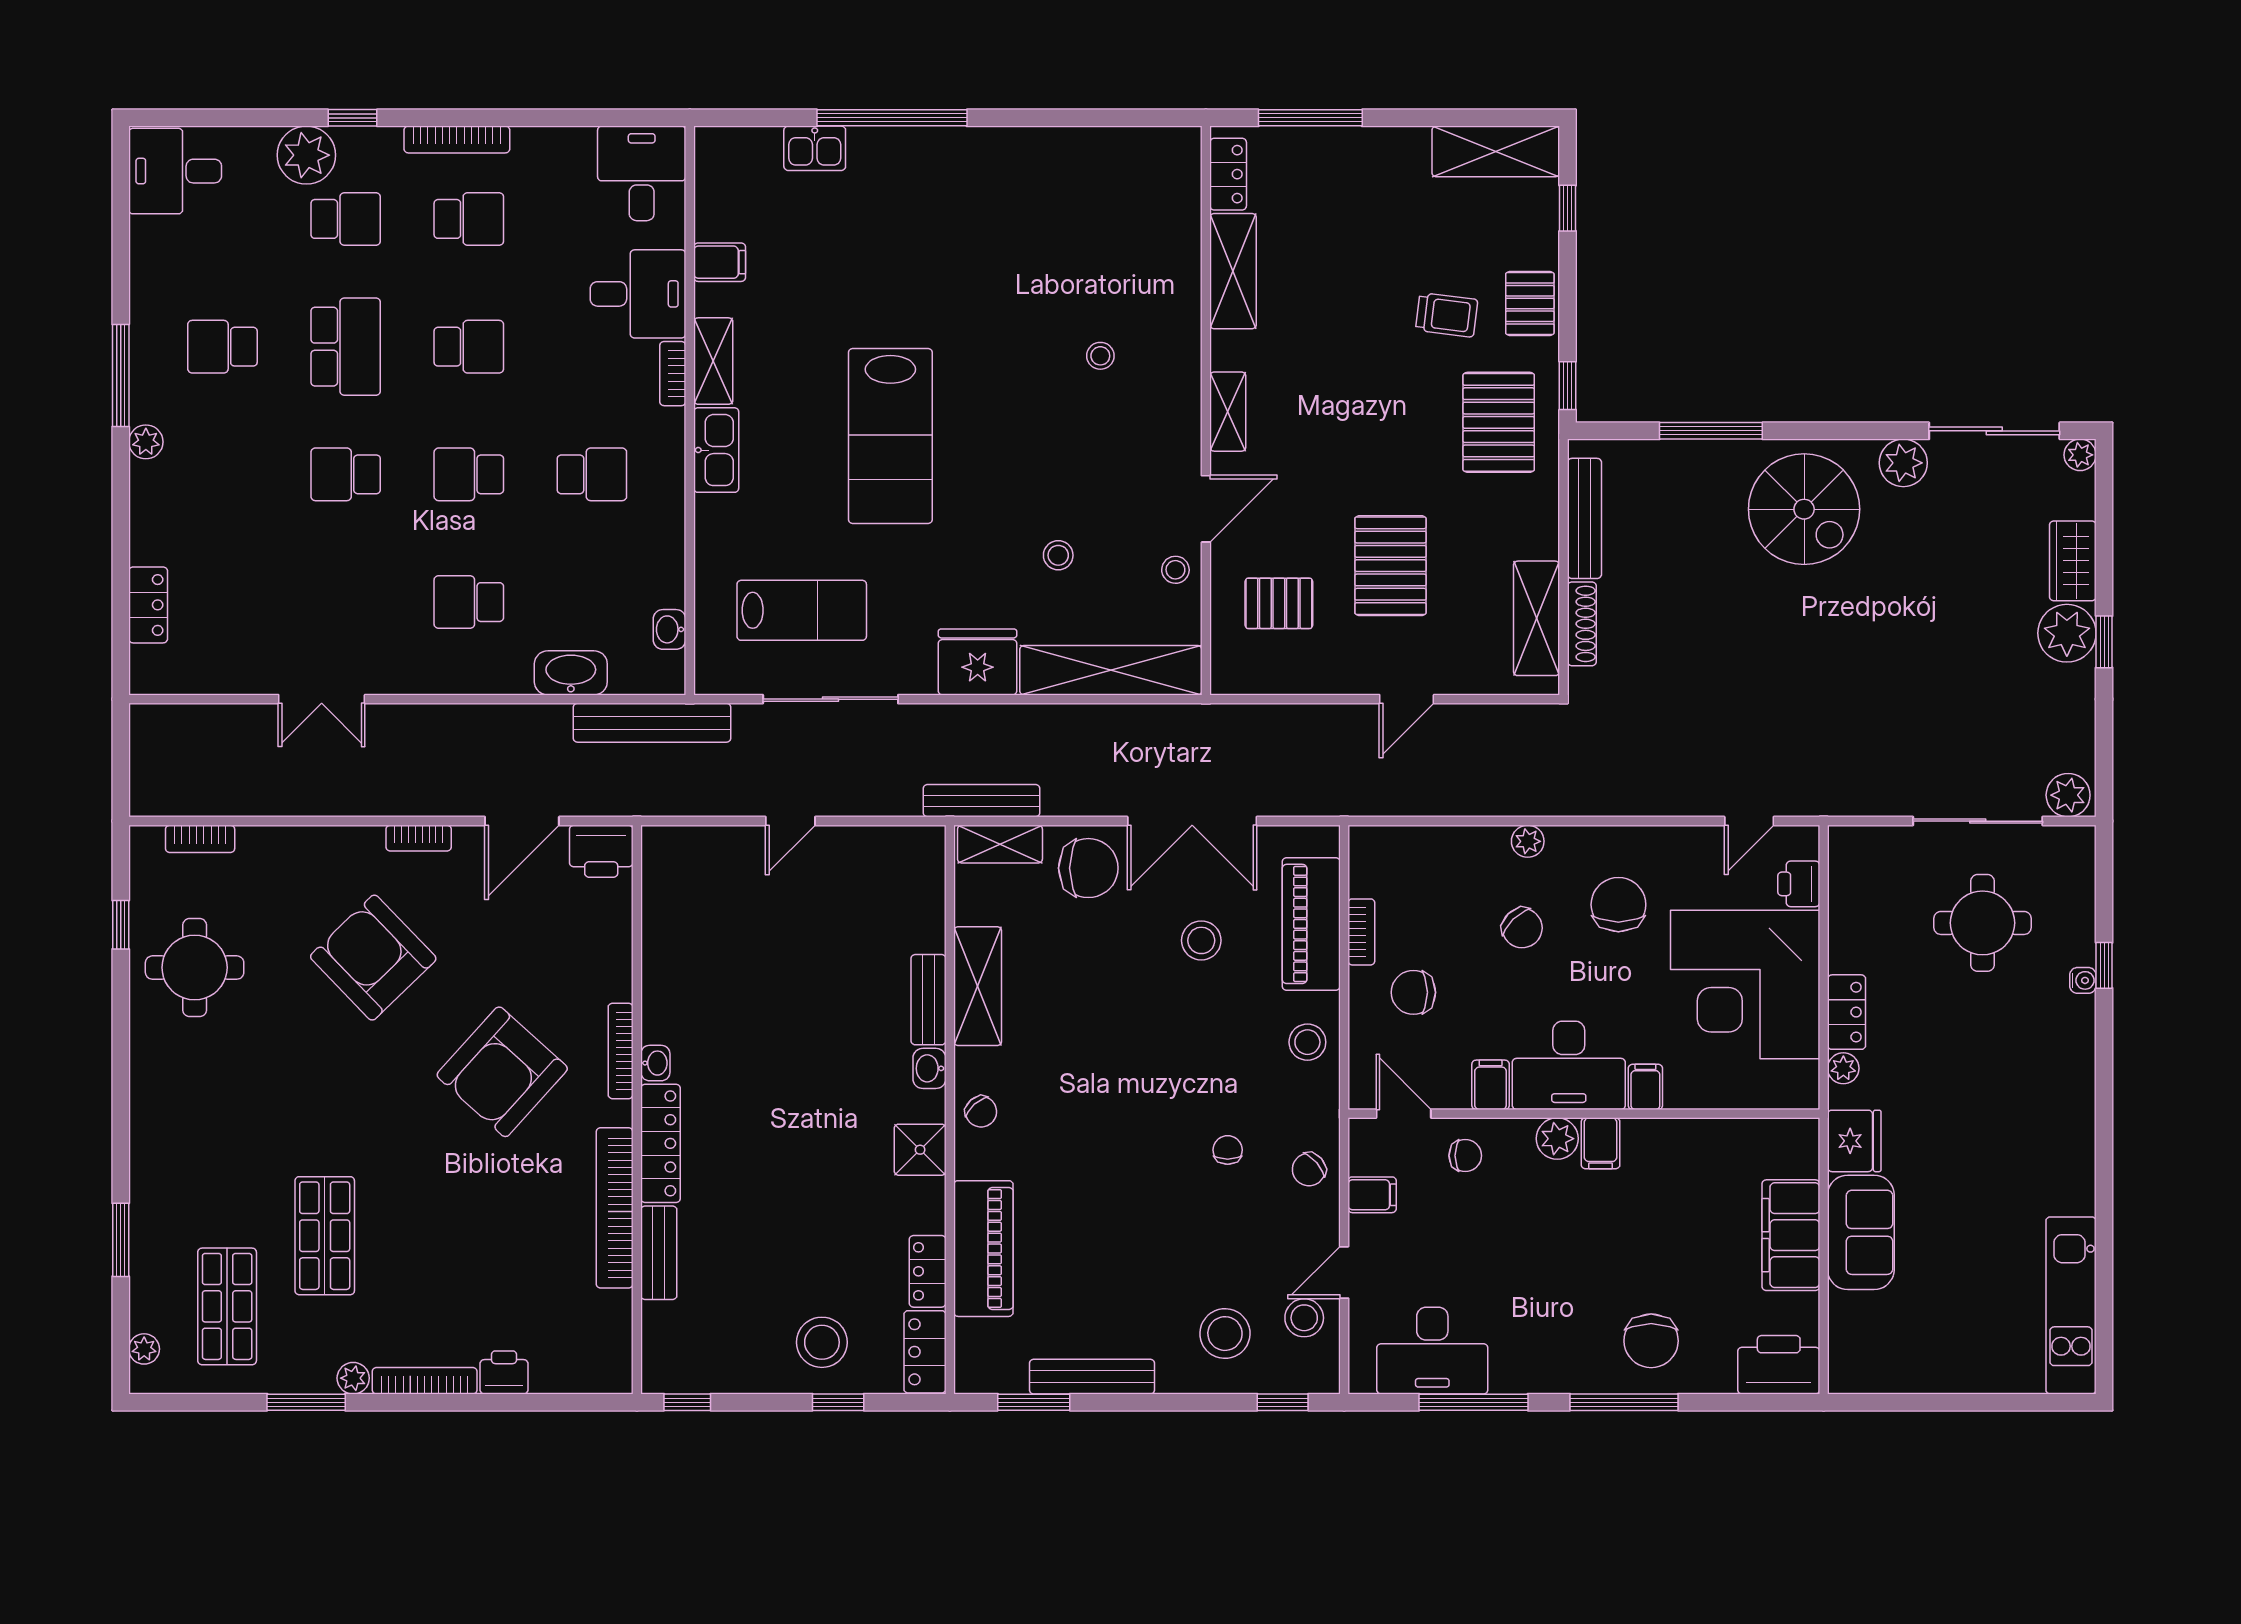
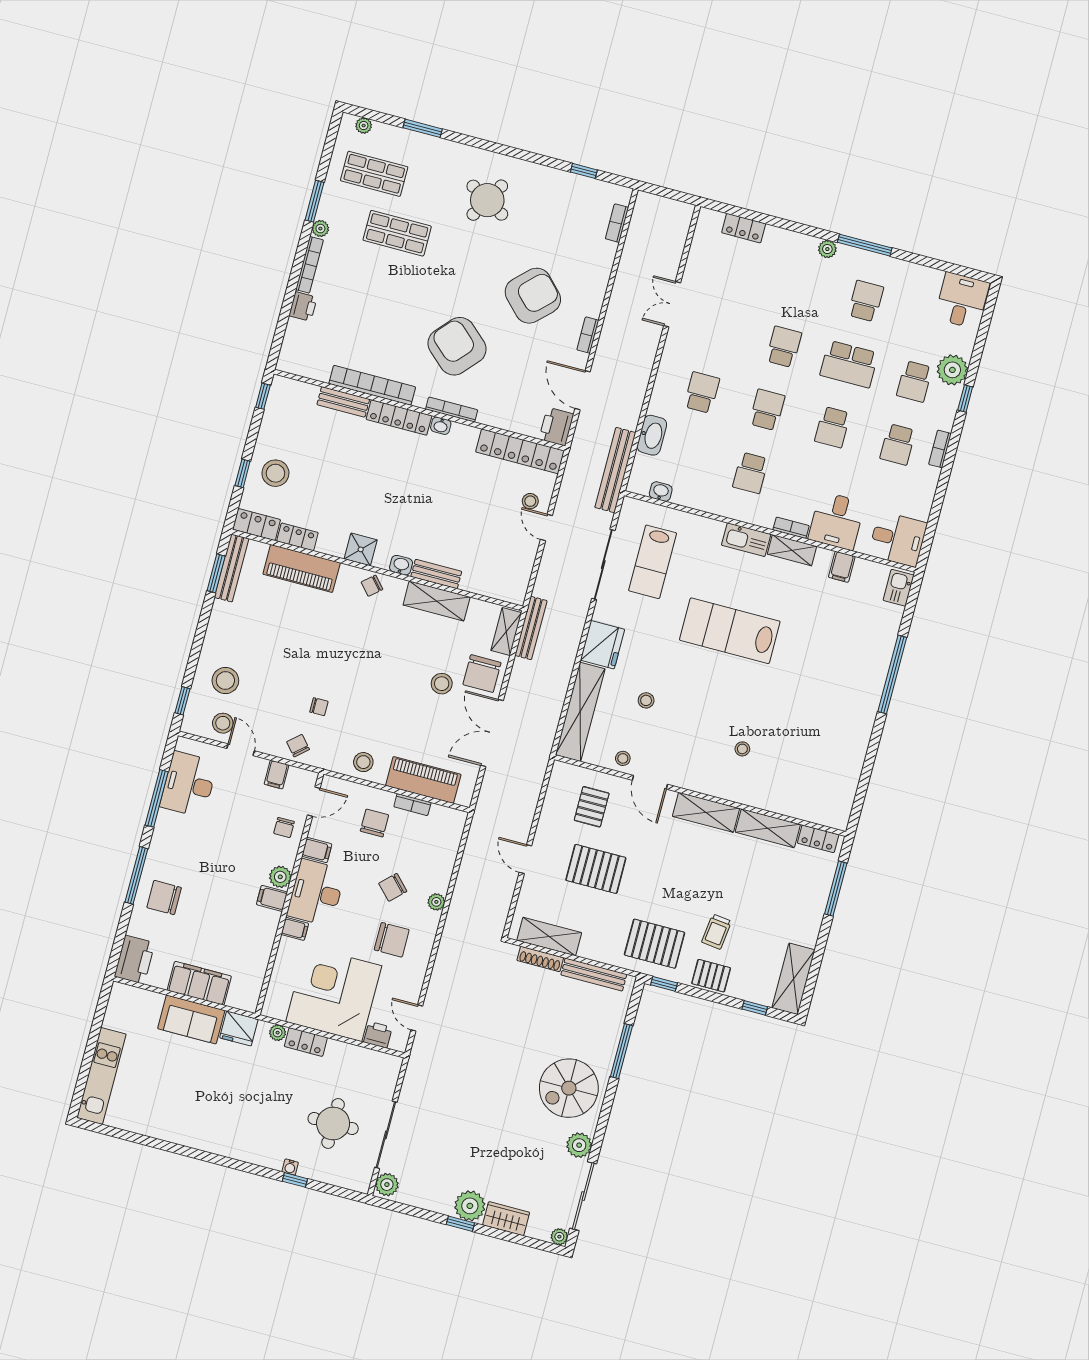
bookcase: (457, 139) -> (940, 449), width x0.64
kitchen sink: (815, 148) -> (899, 588), moved
shelving: (1228, 412) -> (706, 812), width x1.50, depth x1.33
stool: (750, 863) -> (530, 501), added
locker: (664, 906) -> (520, 451), added
stool: (1201, 940) -> (442, 684), moved
round table: (195, 968) -> (487, 200), moved, turned 30
kitchen unit: (2071, 1305) -> (102, 1076), moved, turned 90
bench: (1092, 1377) -> (232, 568), moved

